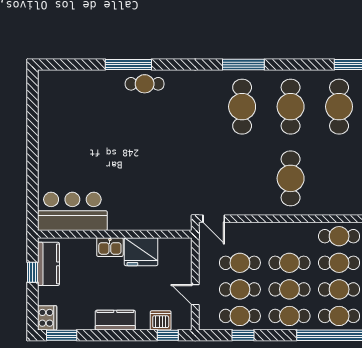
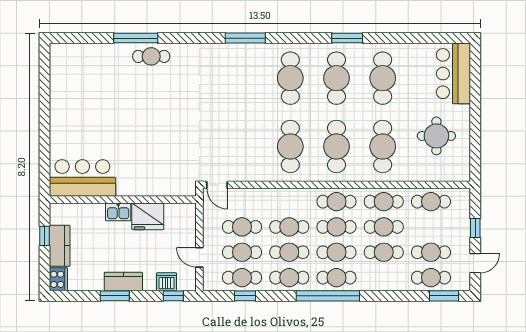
cafe table: (242, 107) -> (336, 147), moved
kitchen counter: (48, 264) -> (60, 246), moved
window: (62, 335) -> (115, 296), moved

